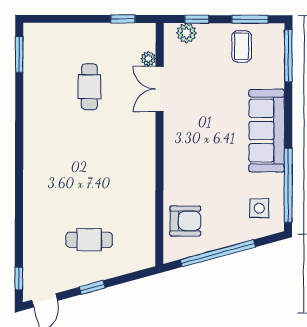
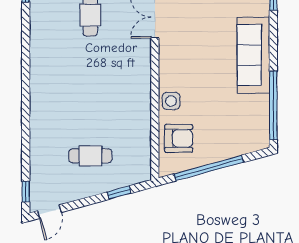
side table: (259, 208) -> (171, 101), moved
window: (92, 287) -> (119, 193), moved

